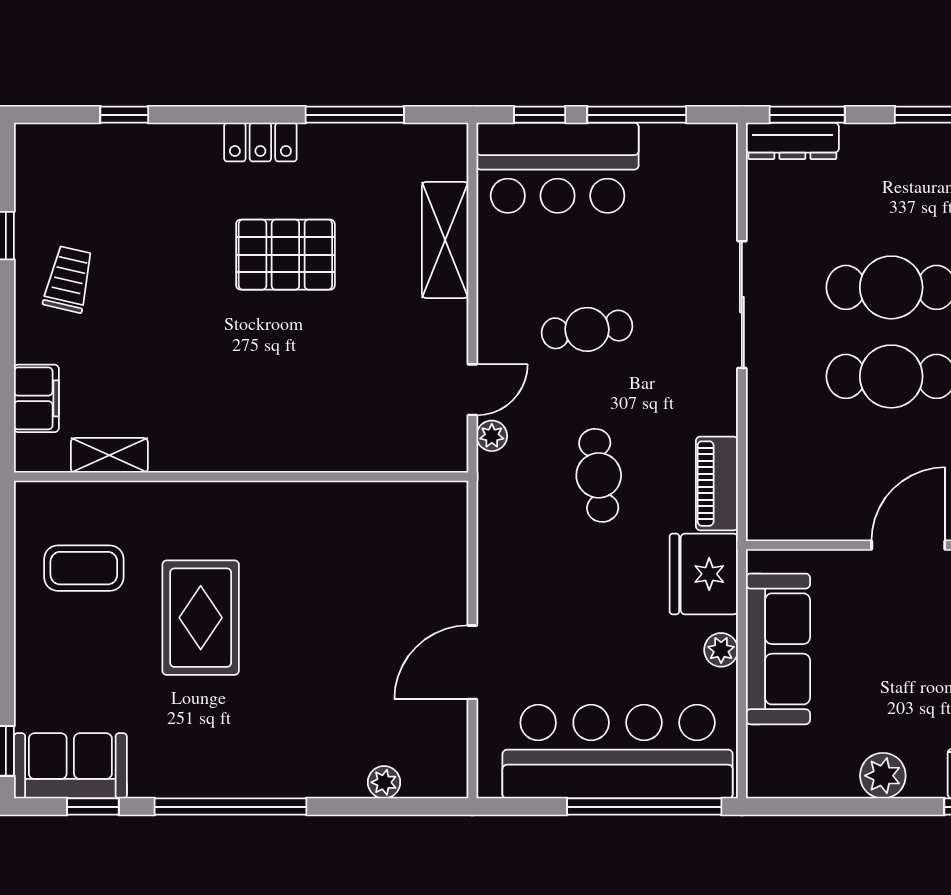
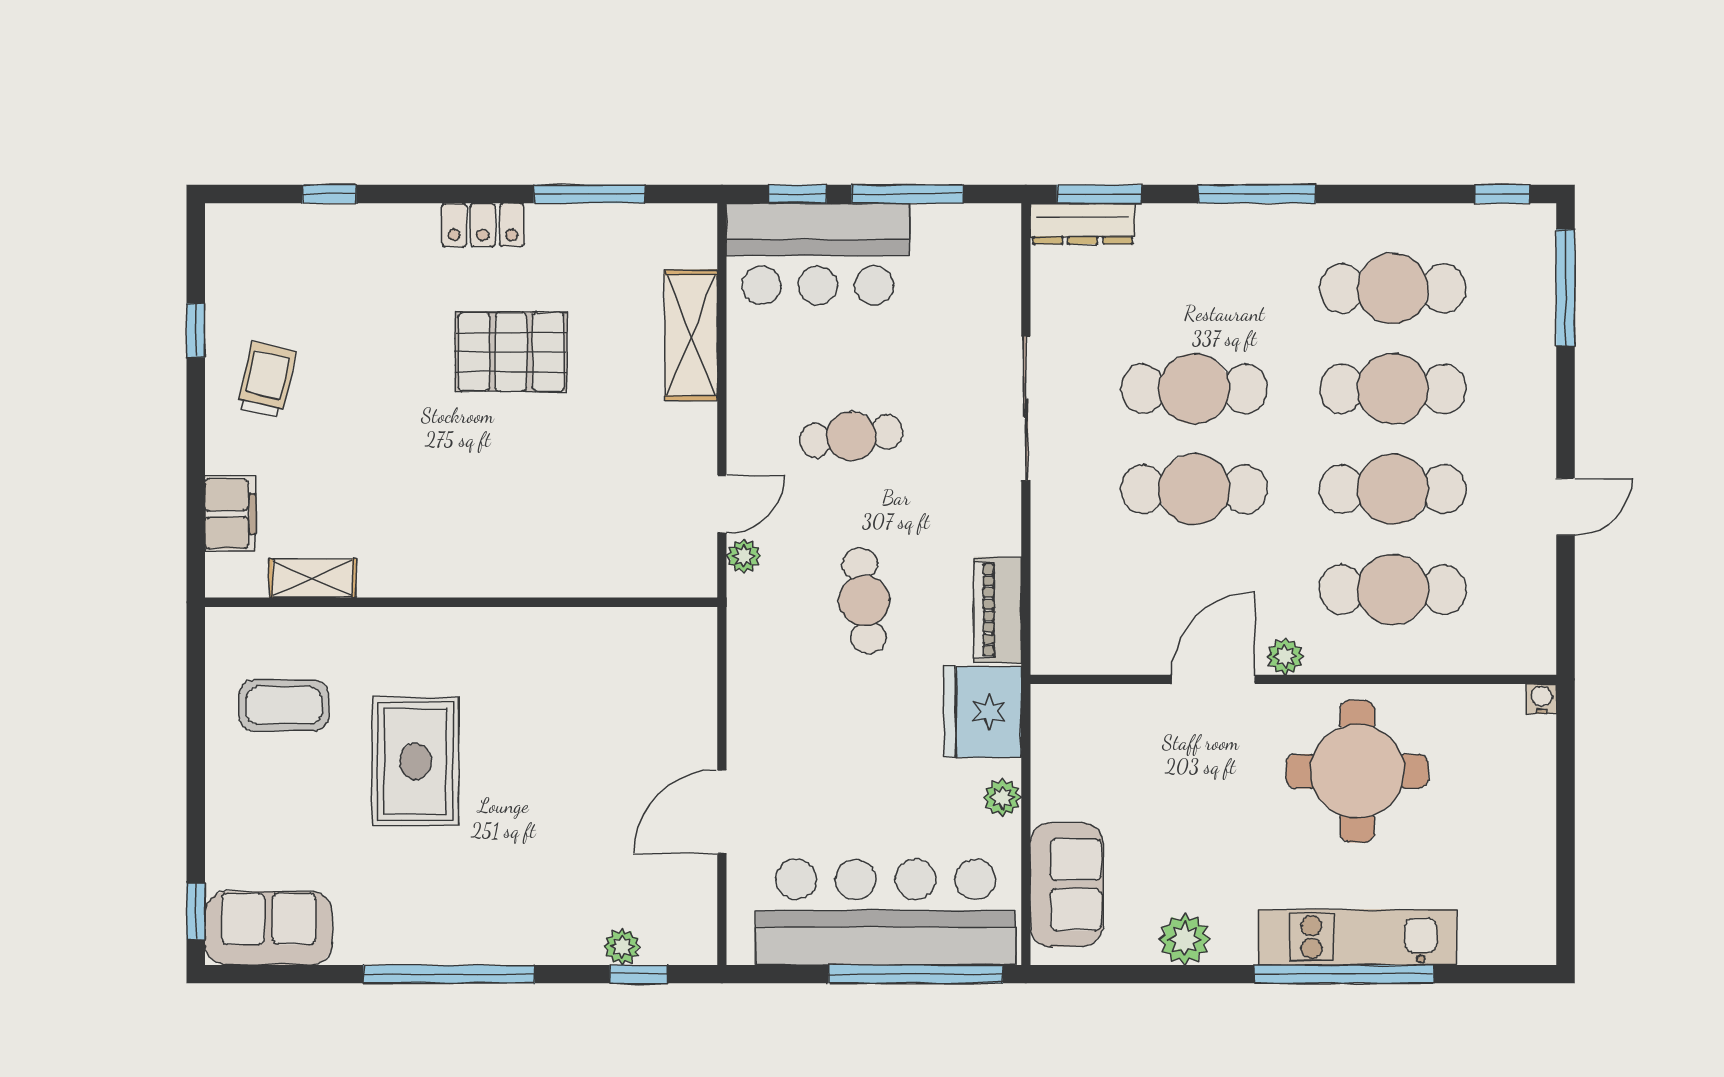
sofa: (778, 649) -> (1066, 885), moved, width x0.73
window: (93, 807) -> (639, 974), moved

